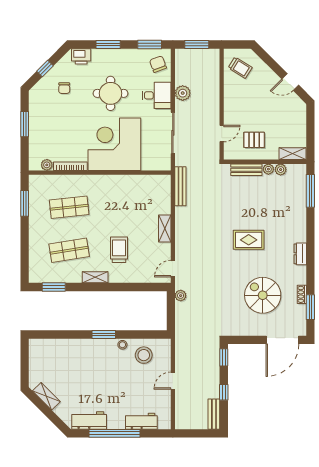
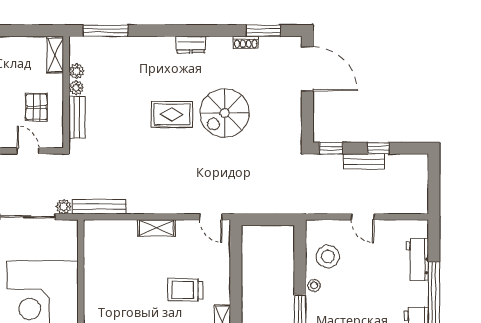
rug: (249, 240) -> (172, 114), turned 90
spiral stairs: (263, 295) -> (225, 113), moved
plant: (181, 296) -> (64, 207), moved
bench: (214, 414) -> (364, 161), moved

